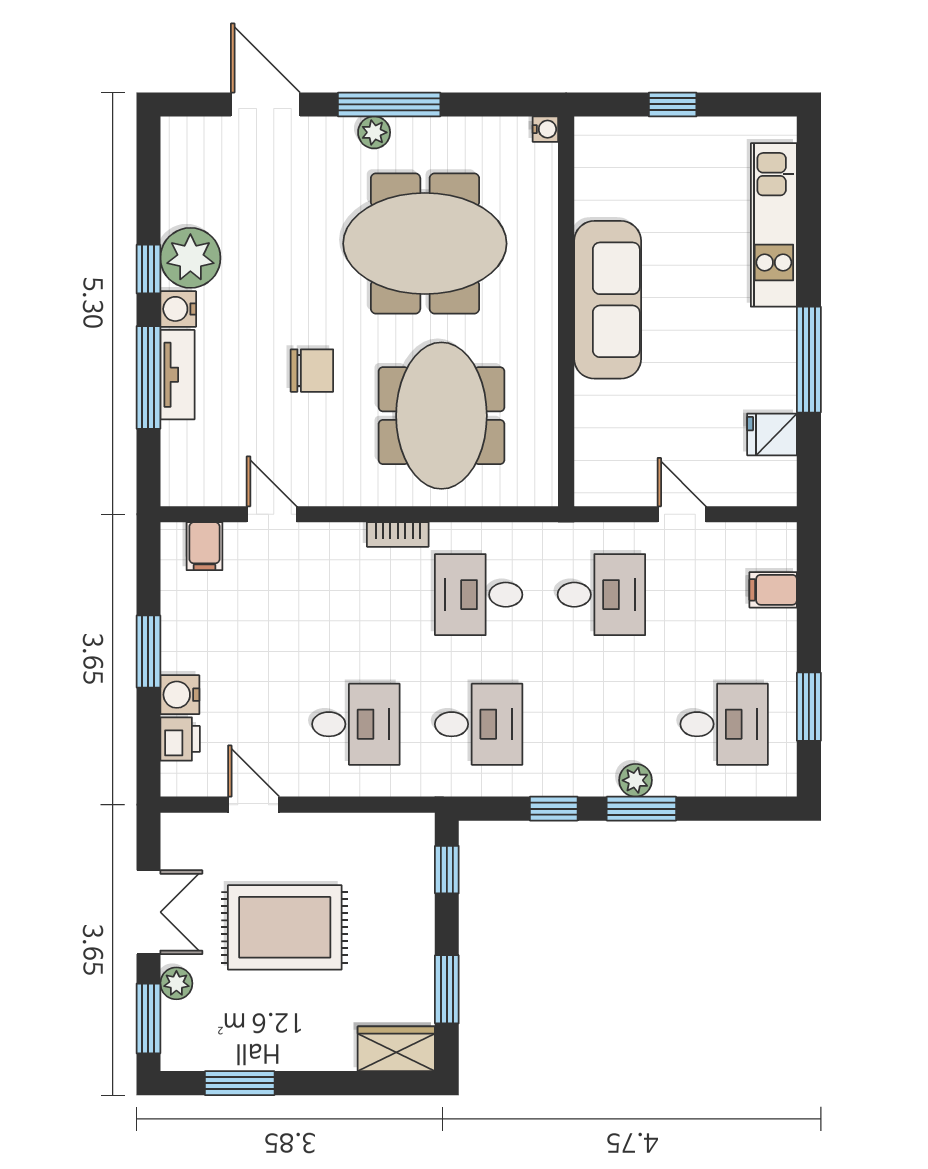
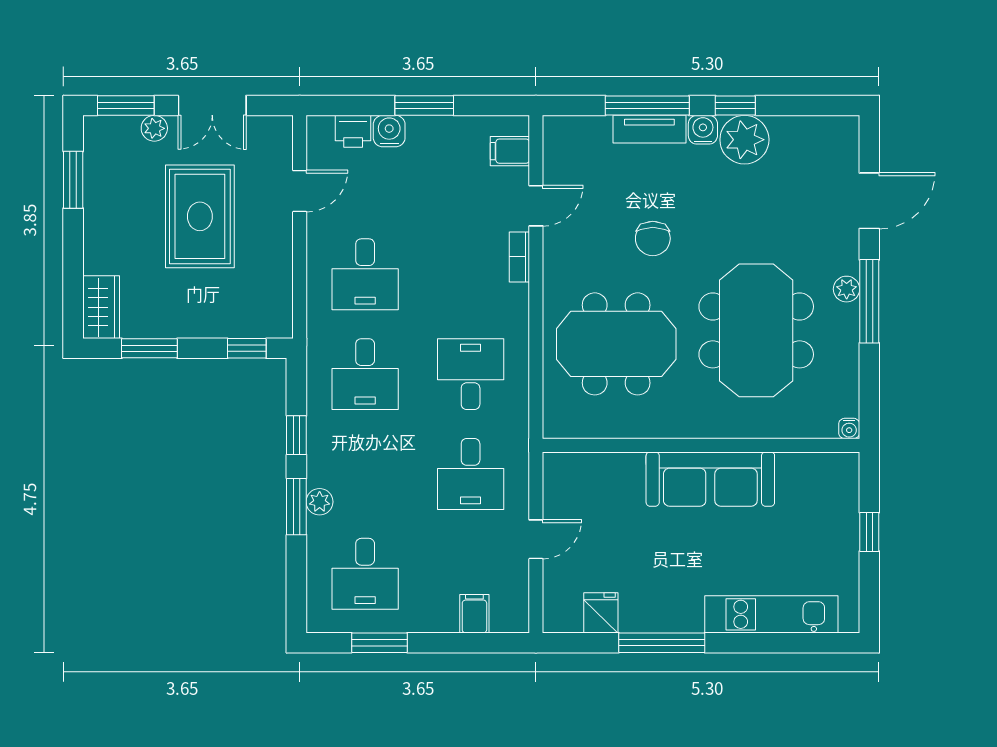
bookcase: (398, 535) -> (519, 257), moved

